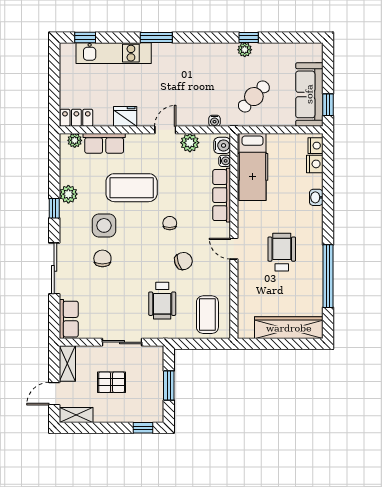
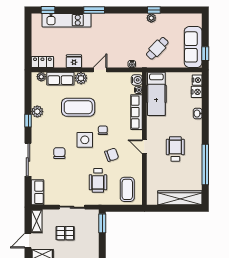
plant: (190, 143) -> (81, 78), moved
side table: (104, 225) -> (85, 140), moved
window: (169, 386) -> (102, 223), moved

